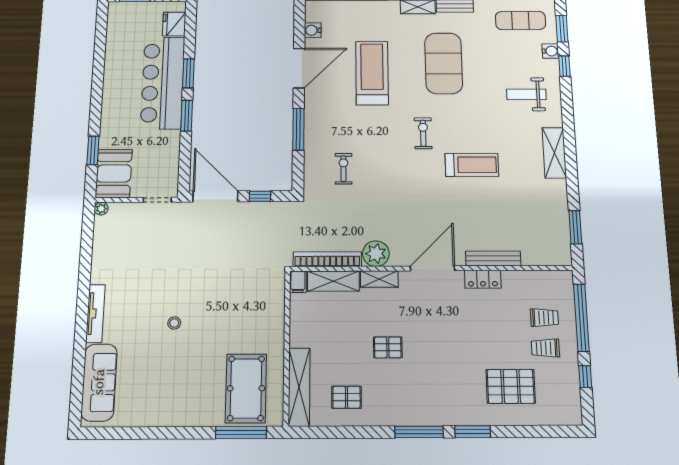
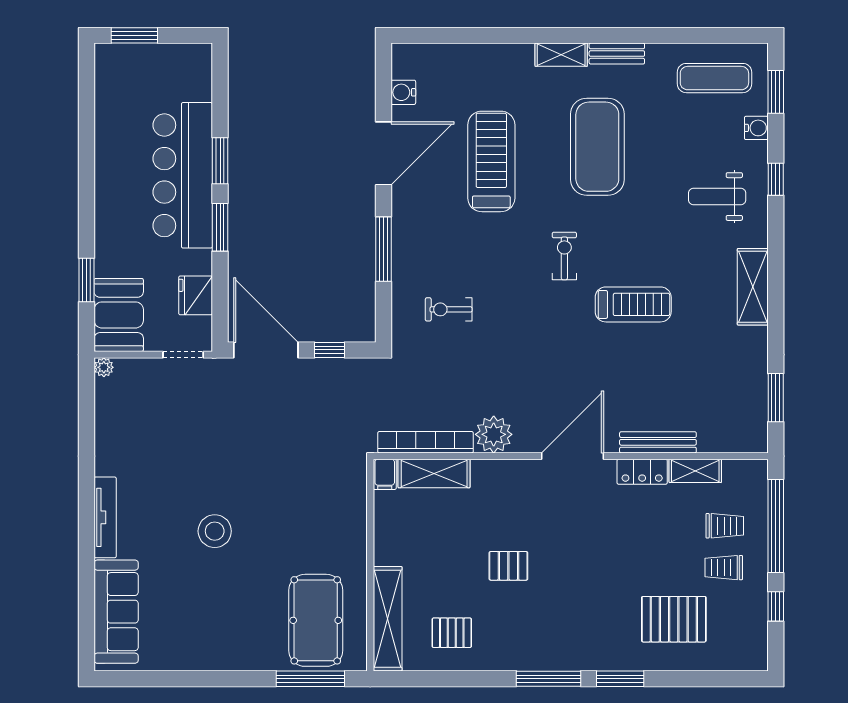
fridge: (174, 24) -> (196, 295), moved
window: (564, 66) -> (776, 179), moved
exercise bike: (343, 169) -> (449, 309), turned -90
shelving: (379, 279) -> (695, 471), moved
stool: (174, 323) -> (215, 531), width x1.89, depth x1.89

